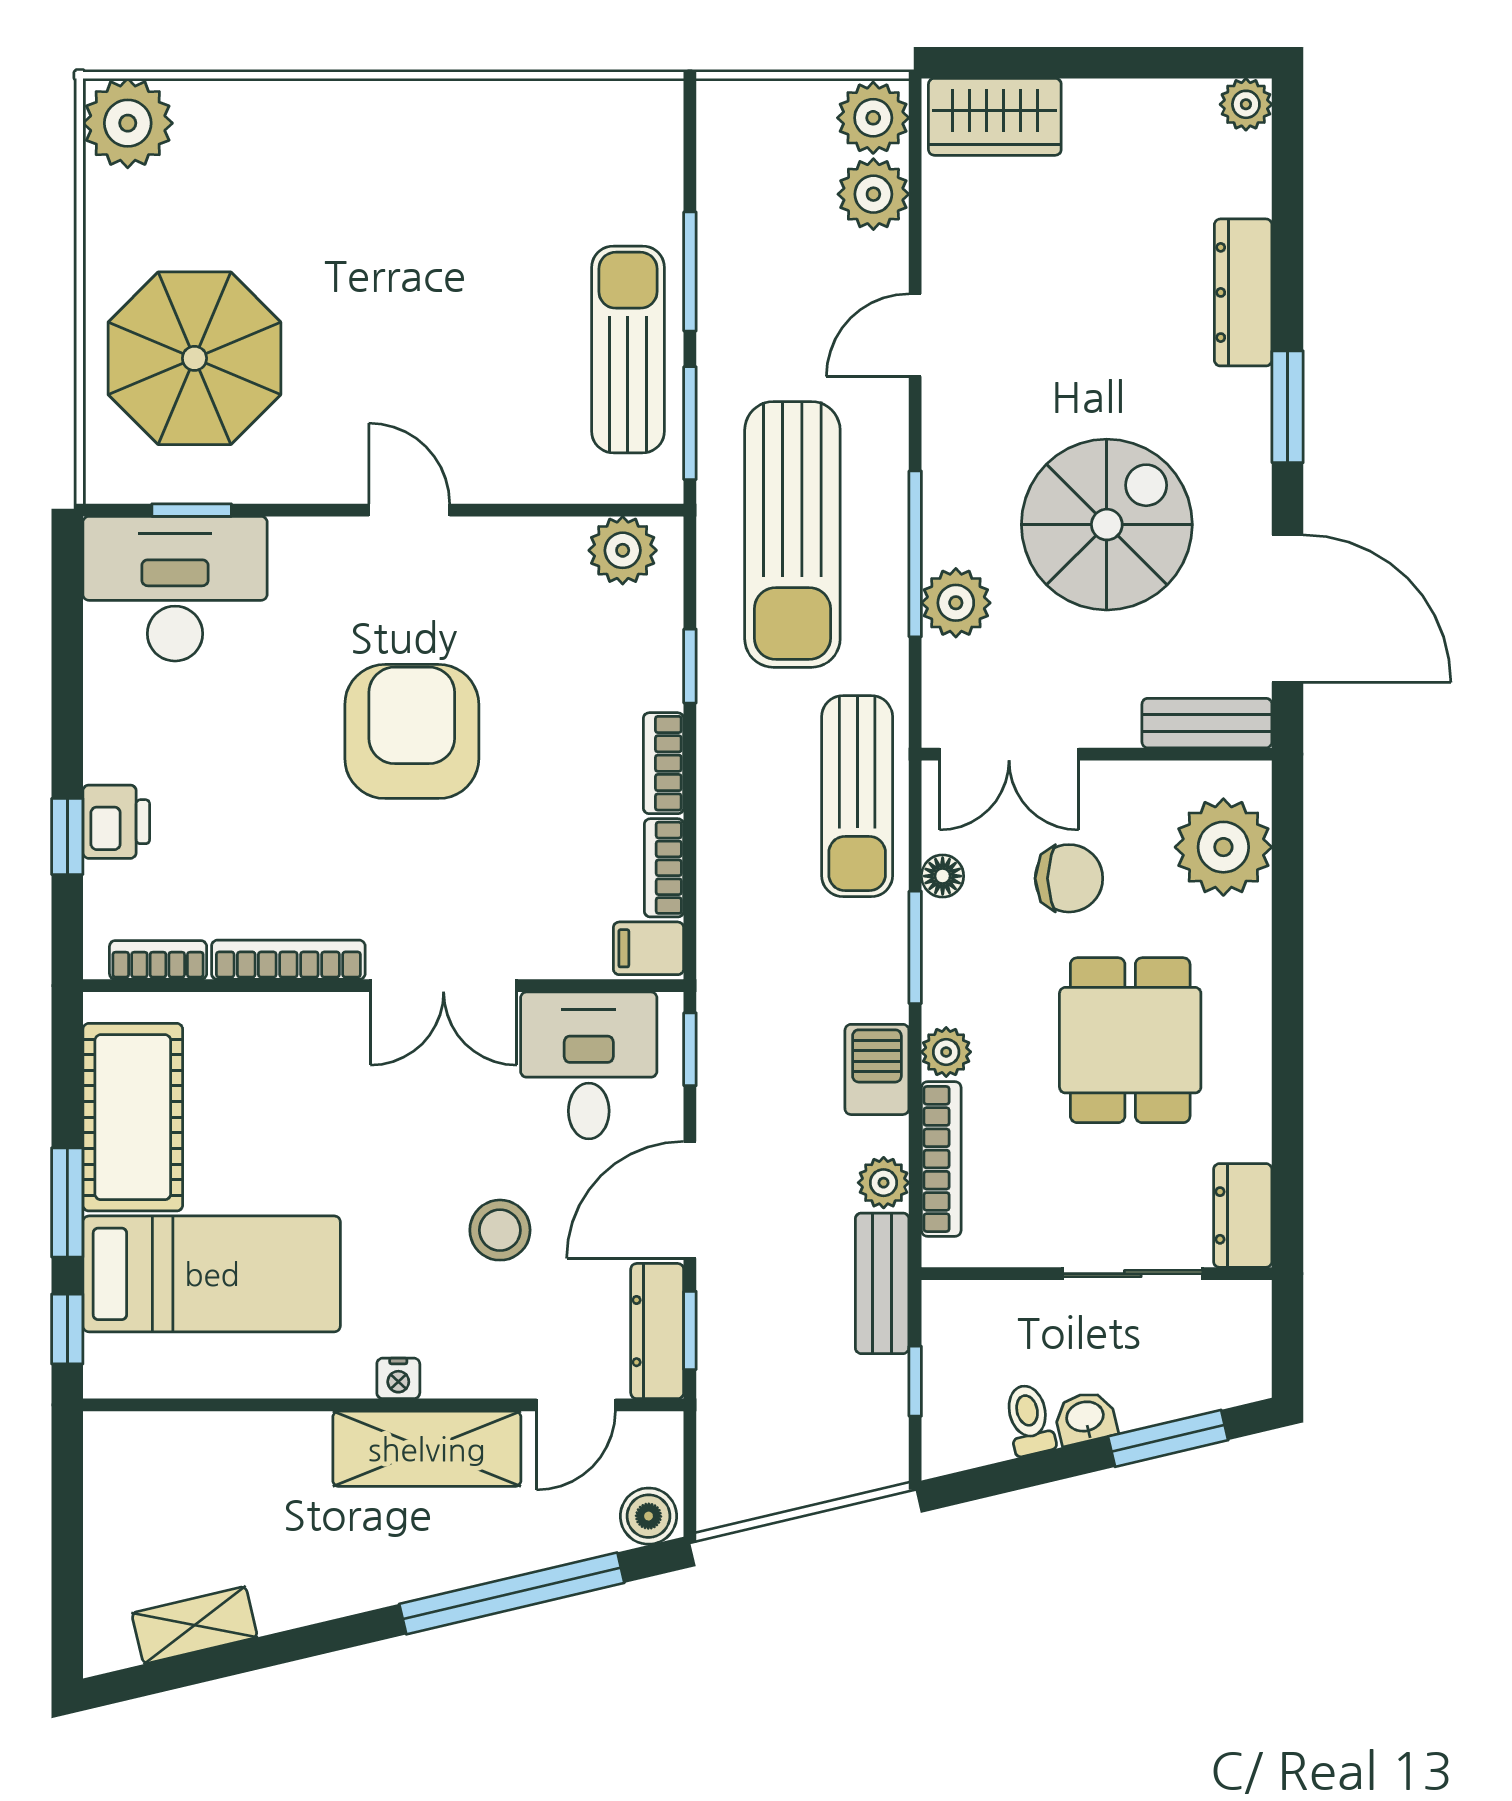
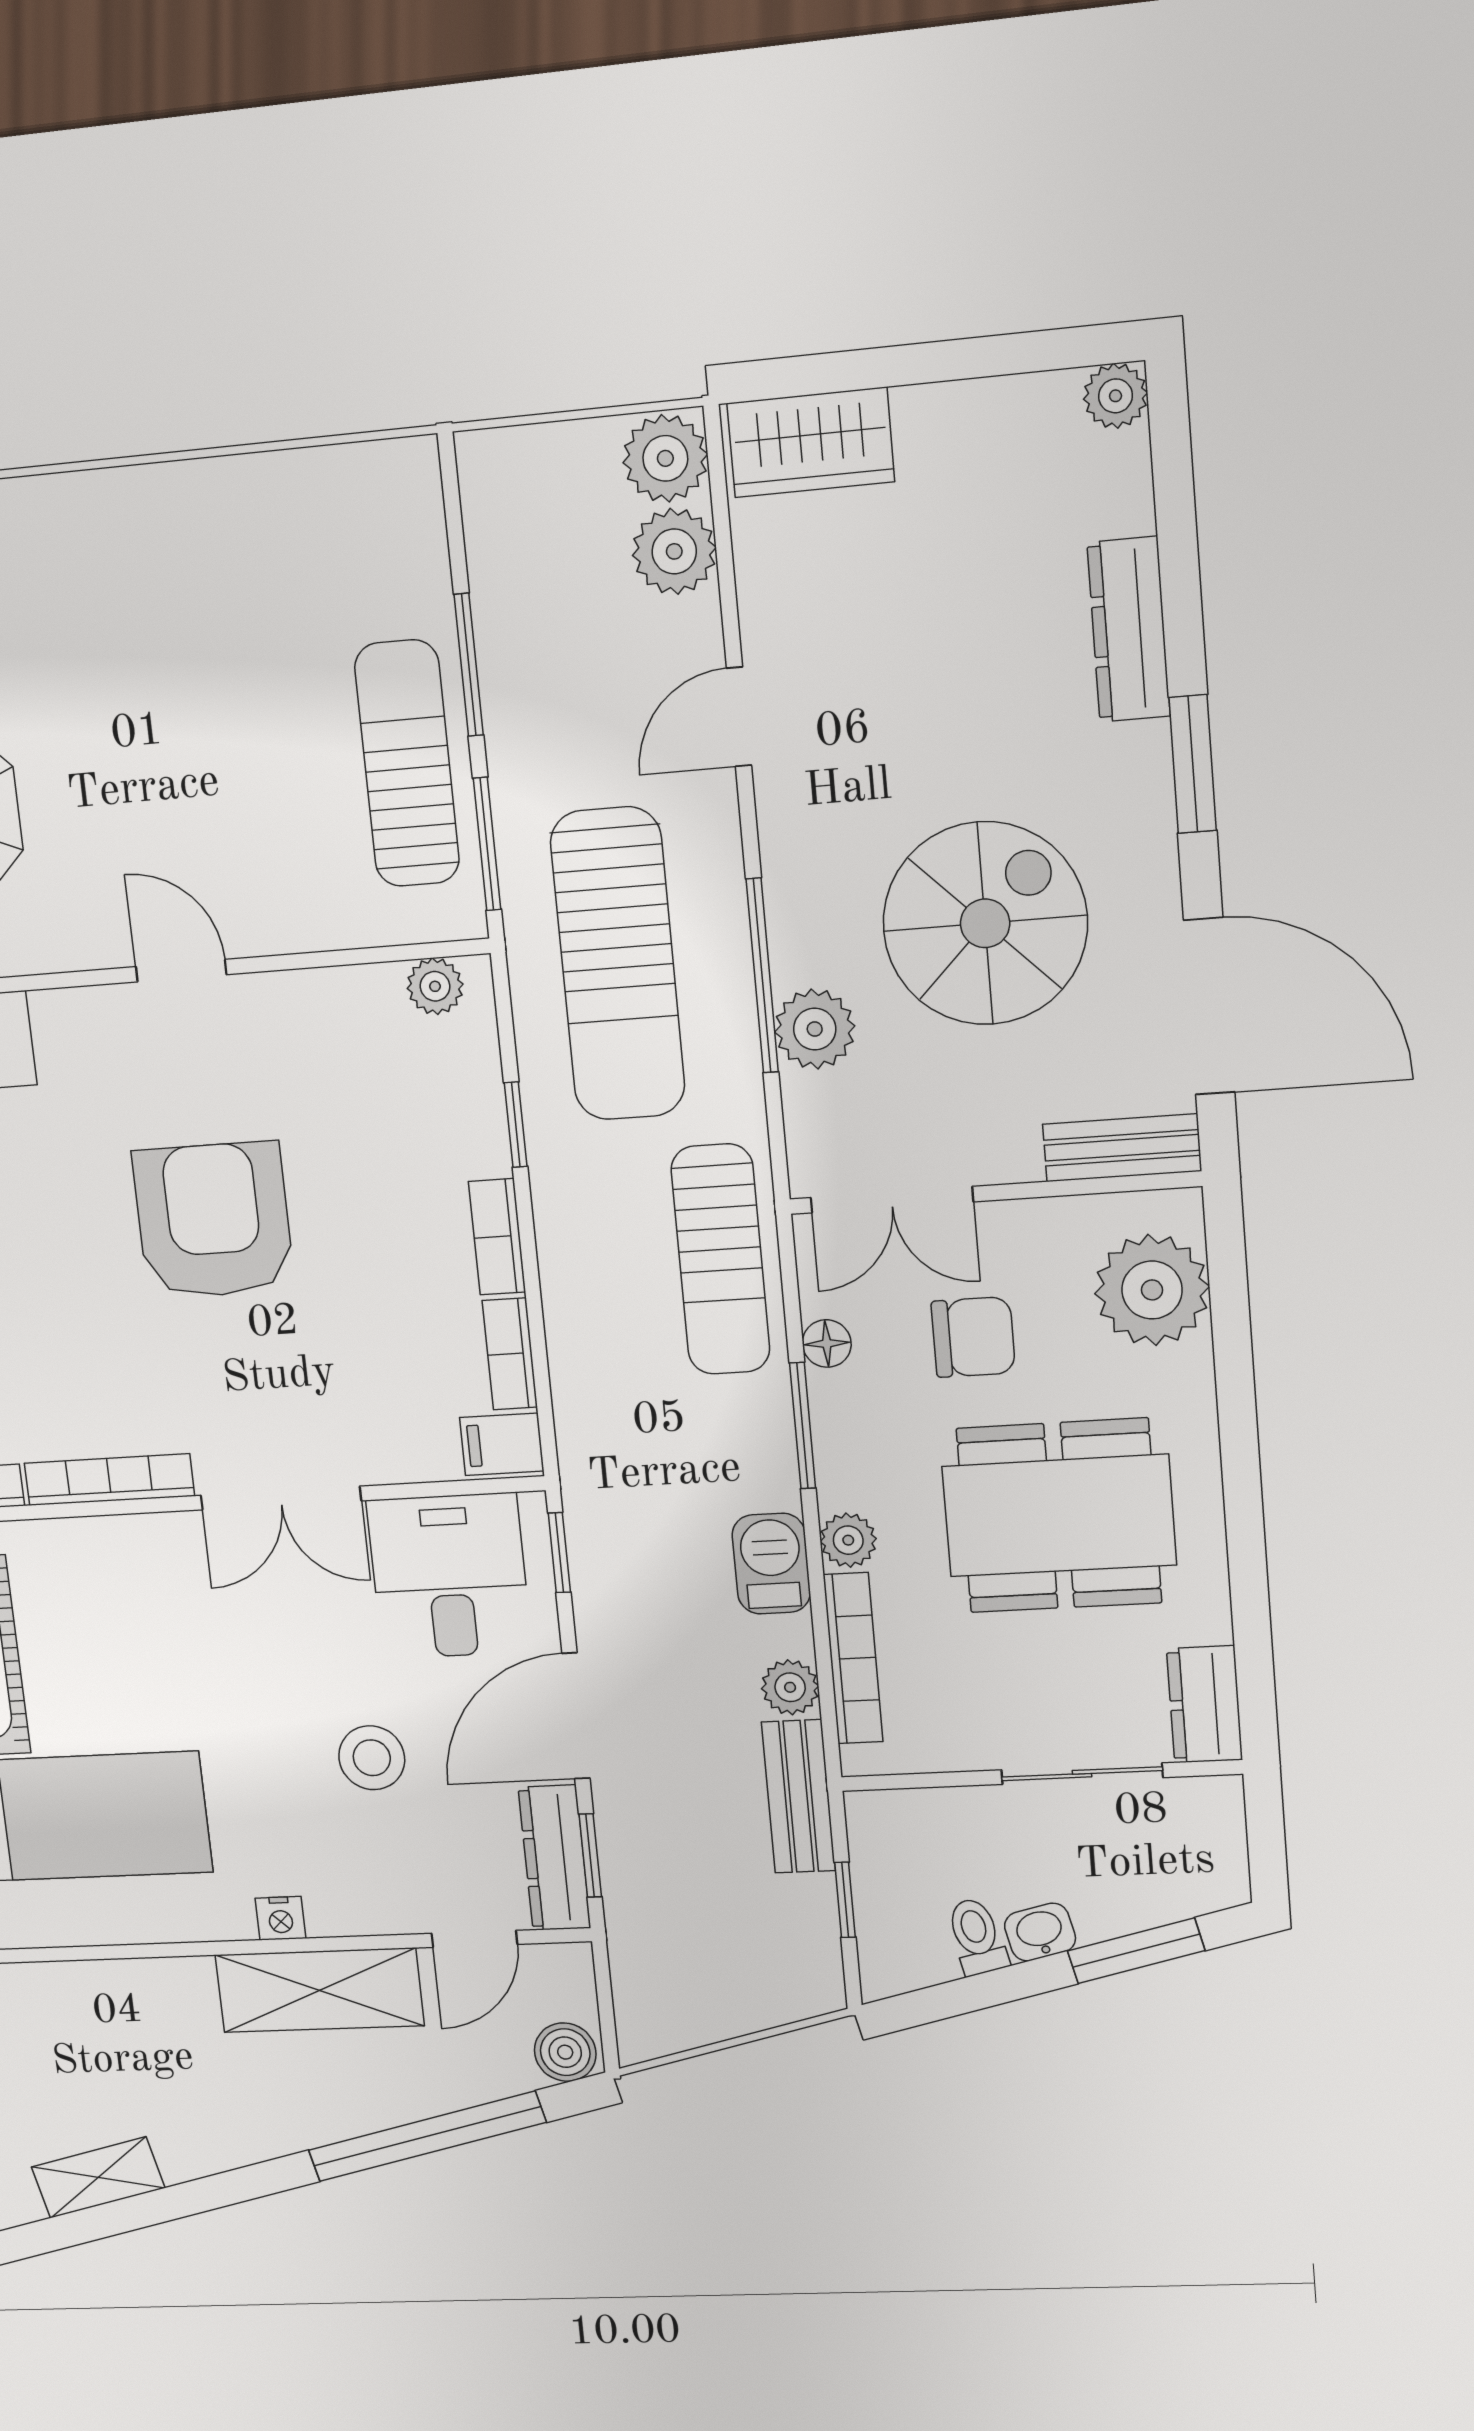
plant: (623, 550) -> (435, 986), width x0.73, depth x0.73
dining table: (1130, 1040) -> (1059, 1516), width x1.38

